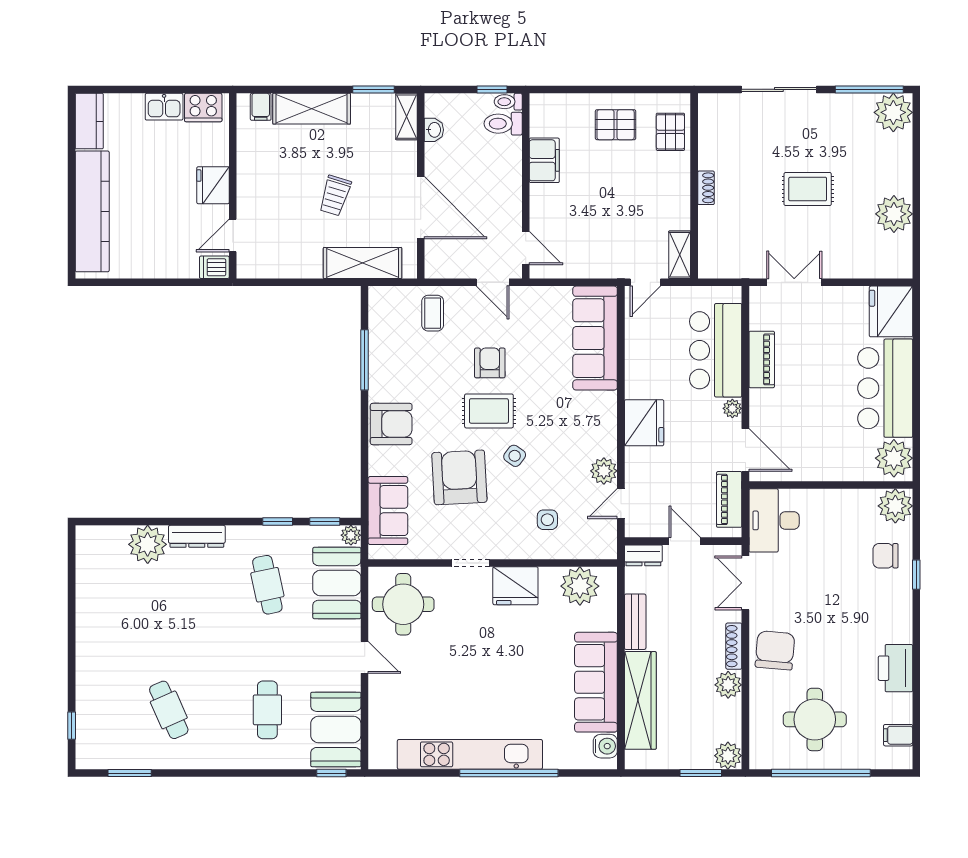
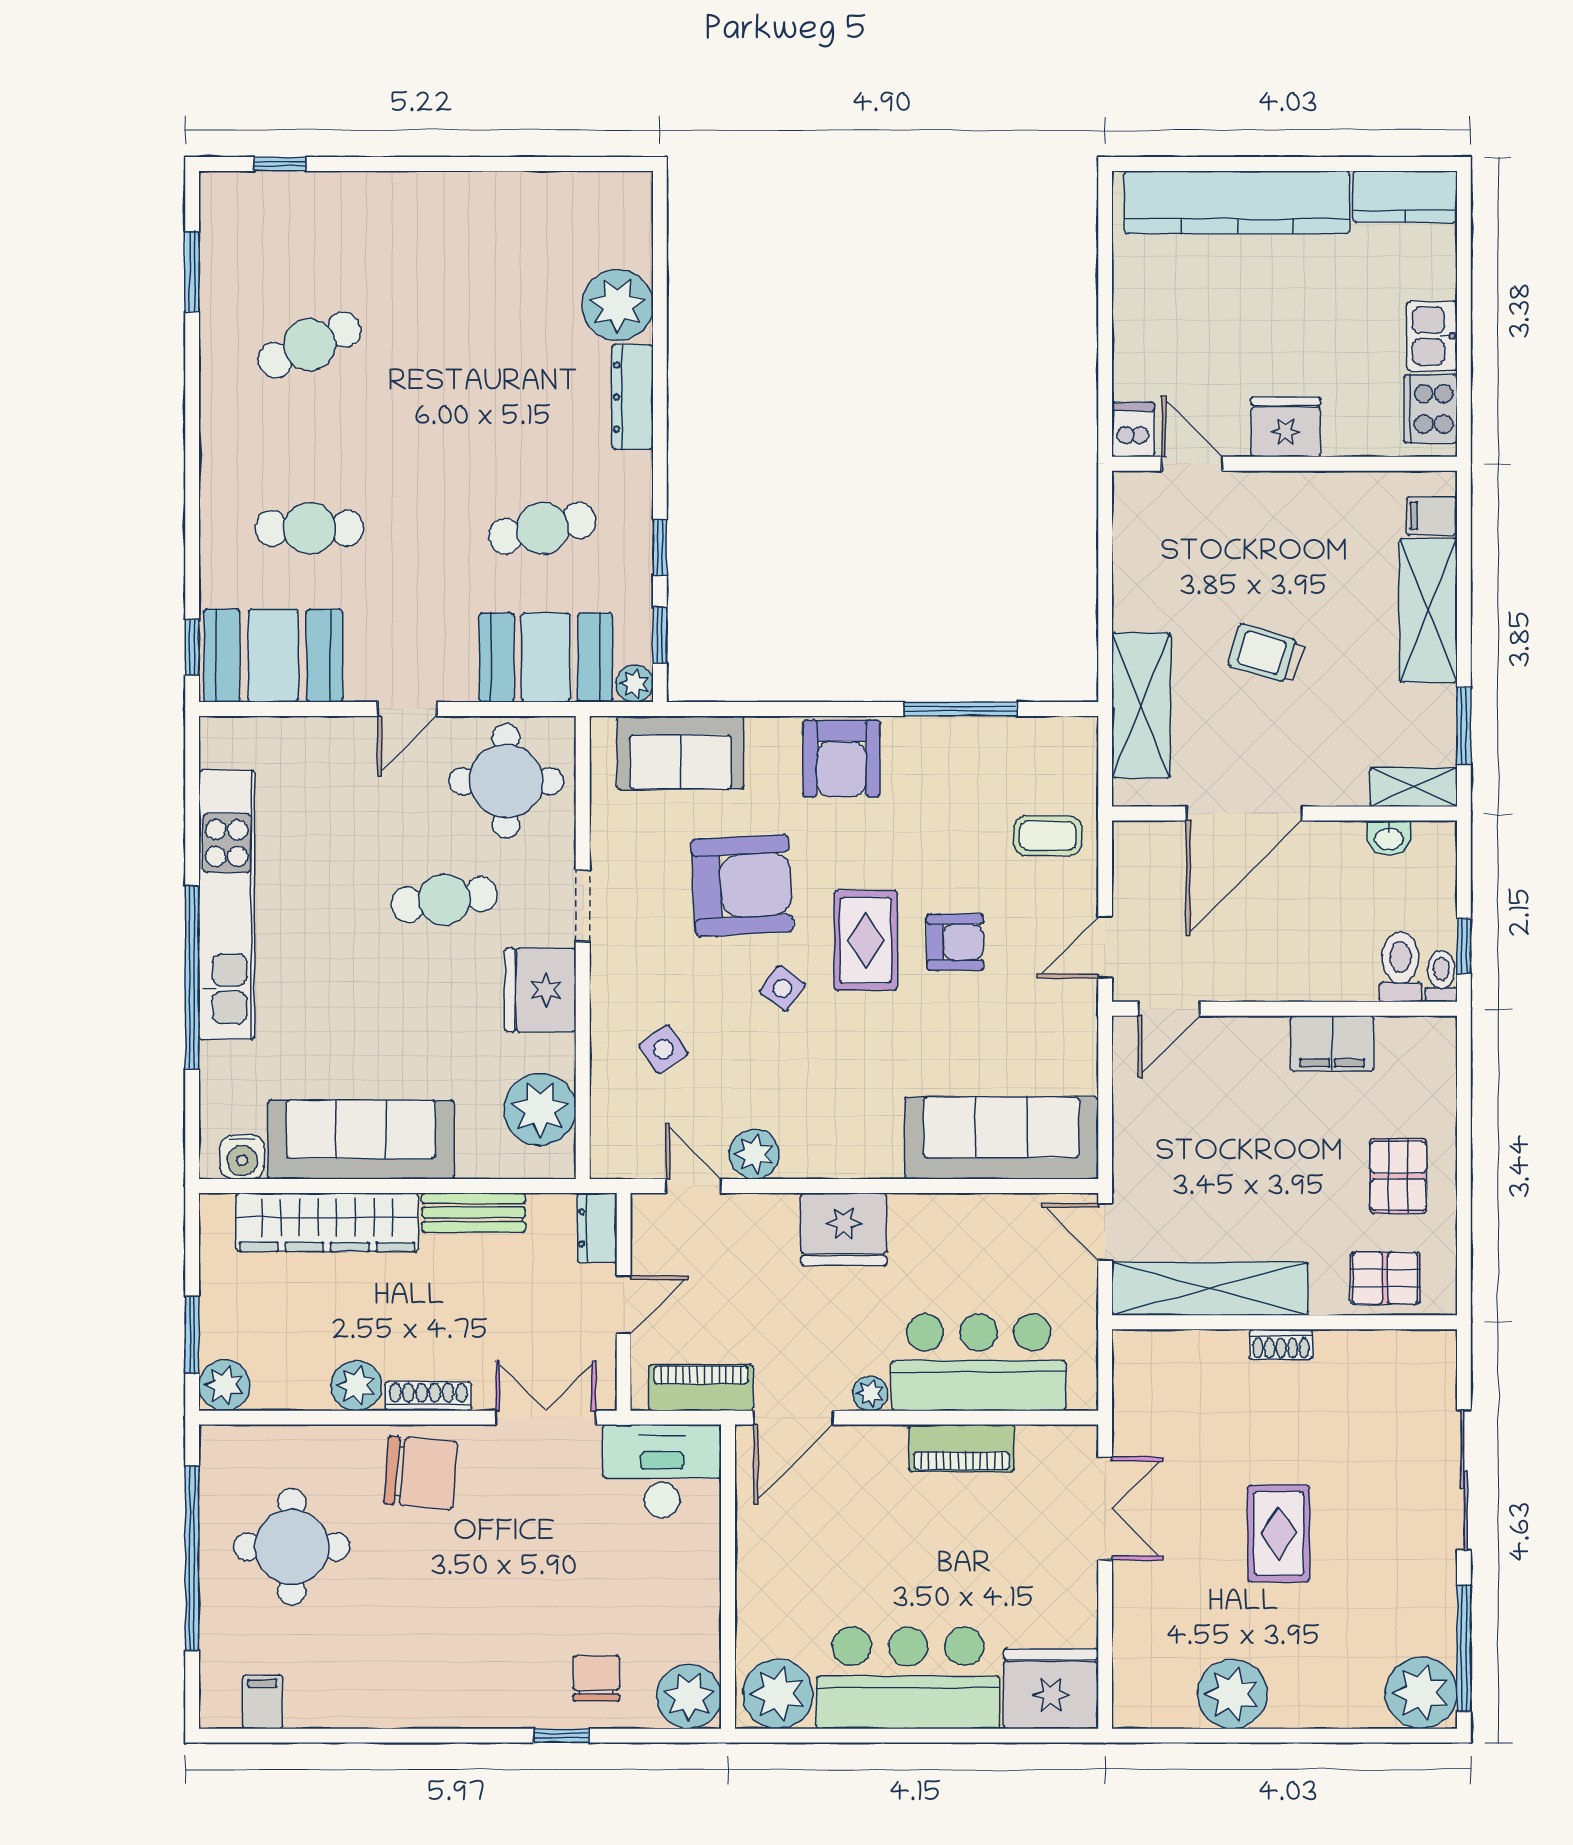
shelving: (680, 255) -> (1210, 1289), width x2.20, depth x1.33
side table: (547, 520) -> (663, 1049), turned -35
cafe table: (467, 637) -> (444, 899), added
printer: (896, 668) -> (387, 1697), removed

